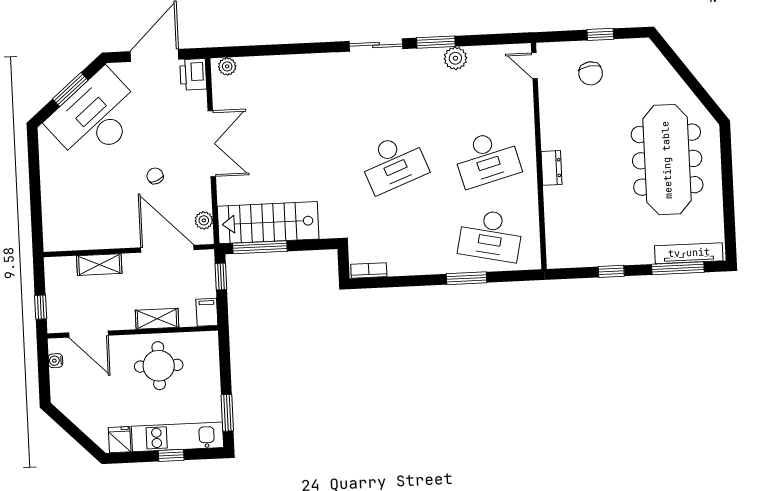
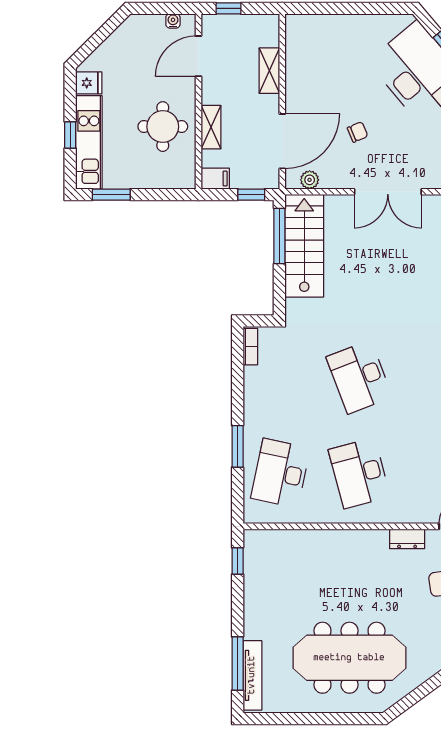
dresser: (551, 168) -> (407, 539), moved
window: (611, 271) -> (238, 561), moved

